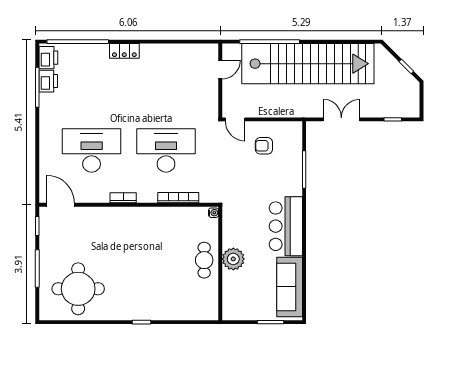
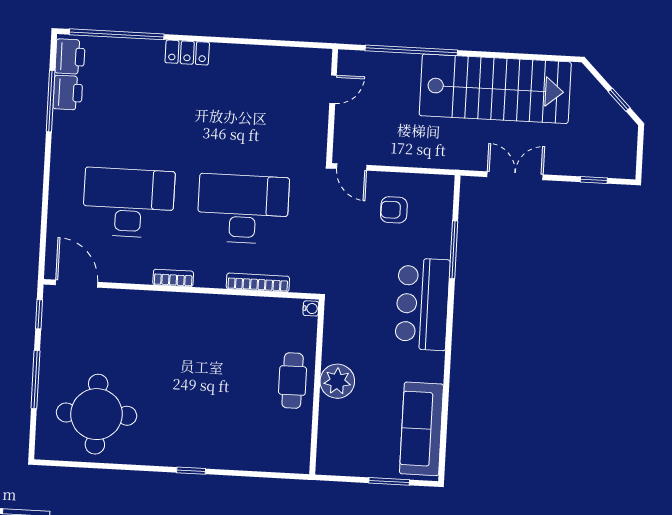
stairs: (308, 64) -> (495, 89), width x0.73
bar counter: (286, 226) -> (422, 304), moved

